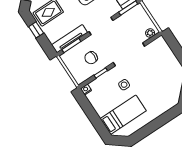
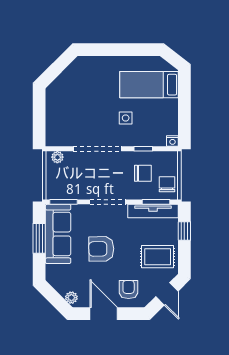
window: (36, 30) -> (184, 231), moved
chair: (72, 61) -> (167, 184), added

